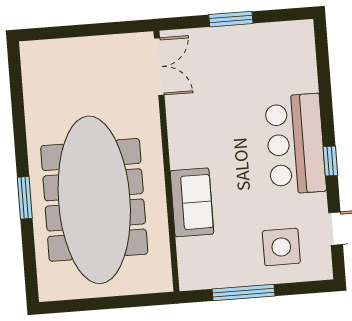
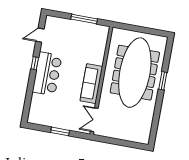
sofa: (192, 202) -> (91, 84), moved, width x1.36
side table: (281, 247) -> (64, 33), removed

